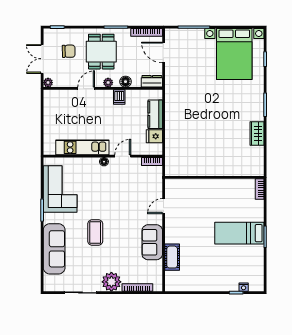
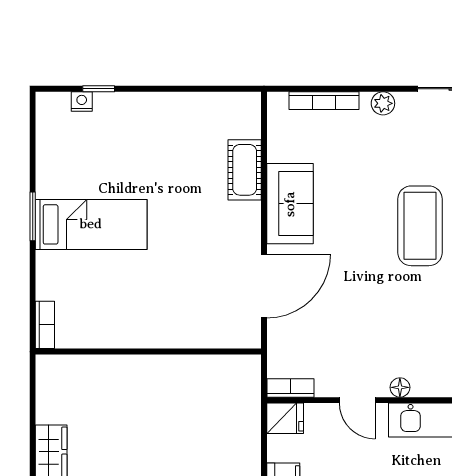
fridge: (154, 136) -> (285, 418), moved
door: (123, 156) -> (357, 400), hinge flipped
door: (164, 206) -> (264, 286), width x1.88
coffee table: (95, 233) -> (420, 226), width x1.36, depth x1.32
plant: (111, 282) -> (383, 103), width x0.53, depth x0.53

